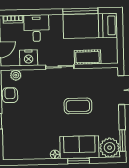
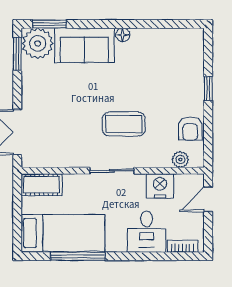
cot: (88, 57) -> (42, 185), moved
coffee table: (78, 106) -> (124, 124), moved
window: (79, 161) -> (49, 24), moved

